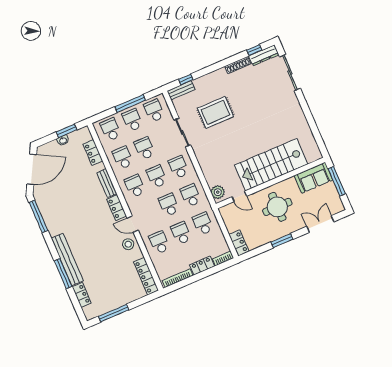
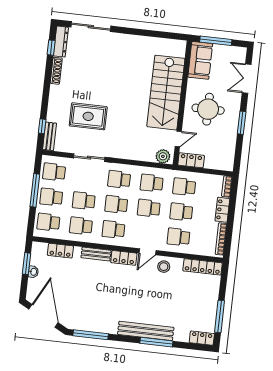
rug: (215, 112) -> (88, 116), turned 90
locker: (239, 243) -> (191, 160), moved
locker: (82, 295) -> (202, 338), moved

